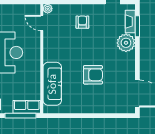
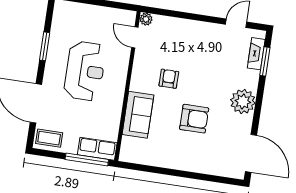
armchair: (82, 22) -> (169, 79), moved
plant: (126, 43) -> (243, 101), moved
sofa: (52, 84) -> (138, 115), width x0.73

